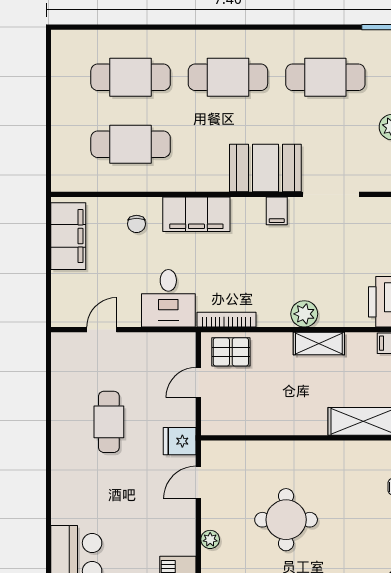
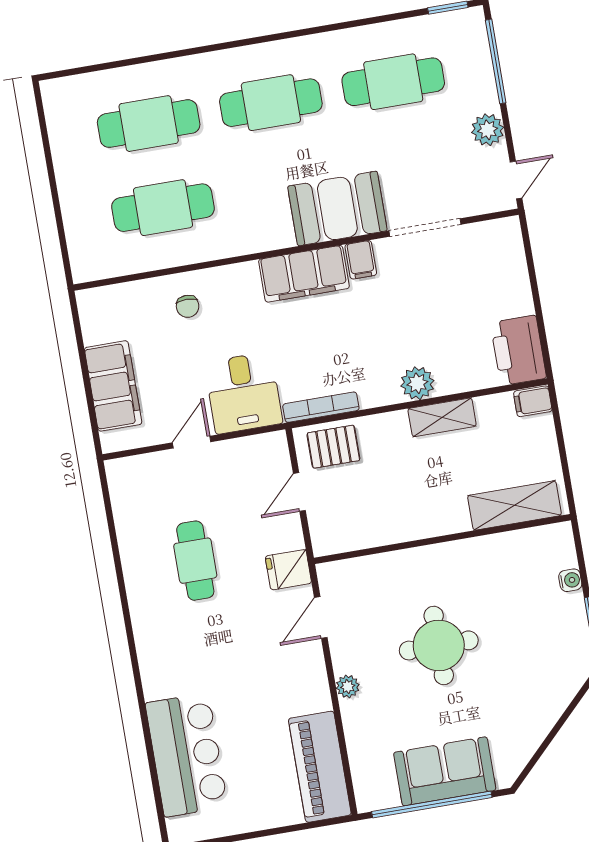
filing cabinet: (196, 214) -> (304, 274), moved
filing cabinet: (68, 236) -> (113, 386), moved
door: (102, 330) -> (192, 442), moved

